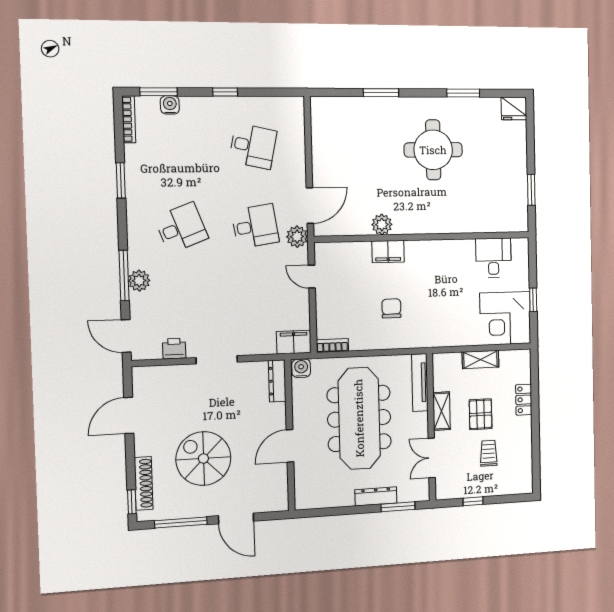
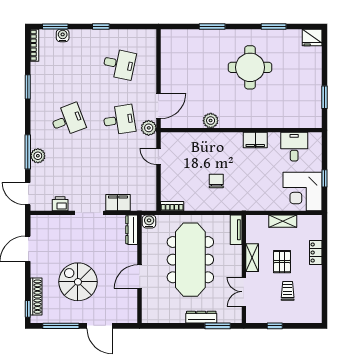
filing cabinet: (388, 252) -> (255, 140), moved
filing cabinet: (294, 342) -> (118, 203), moved
tv unit: (420, 382) -> (236, 230), width x0.71

